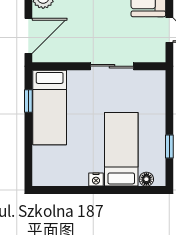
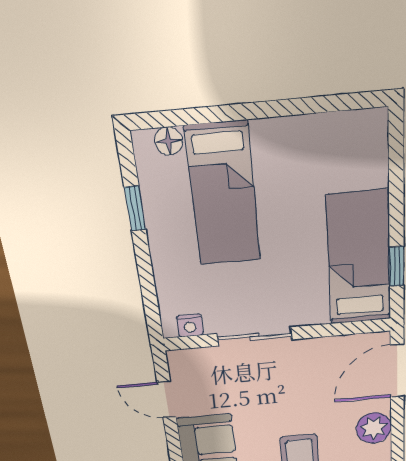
nightstand: (96, 180) -> (190, 325), moved, turned 180

